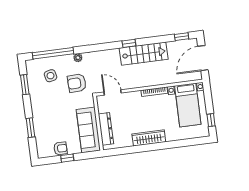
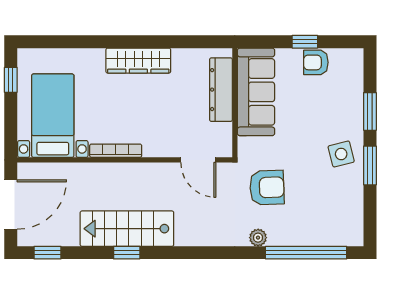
window: (129, 43) -> (127, 253), moved
side table: (50, 76) -> (341, 154), moved
window: (25, 85) -> (370, 165), moved

